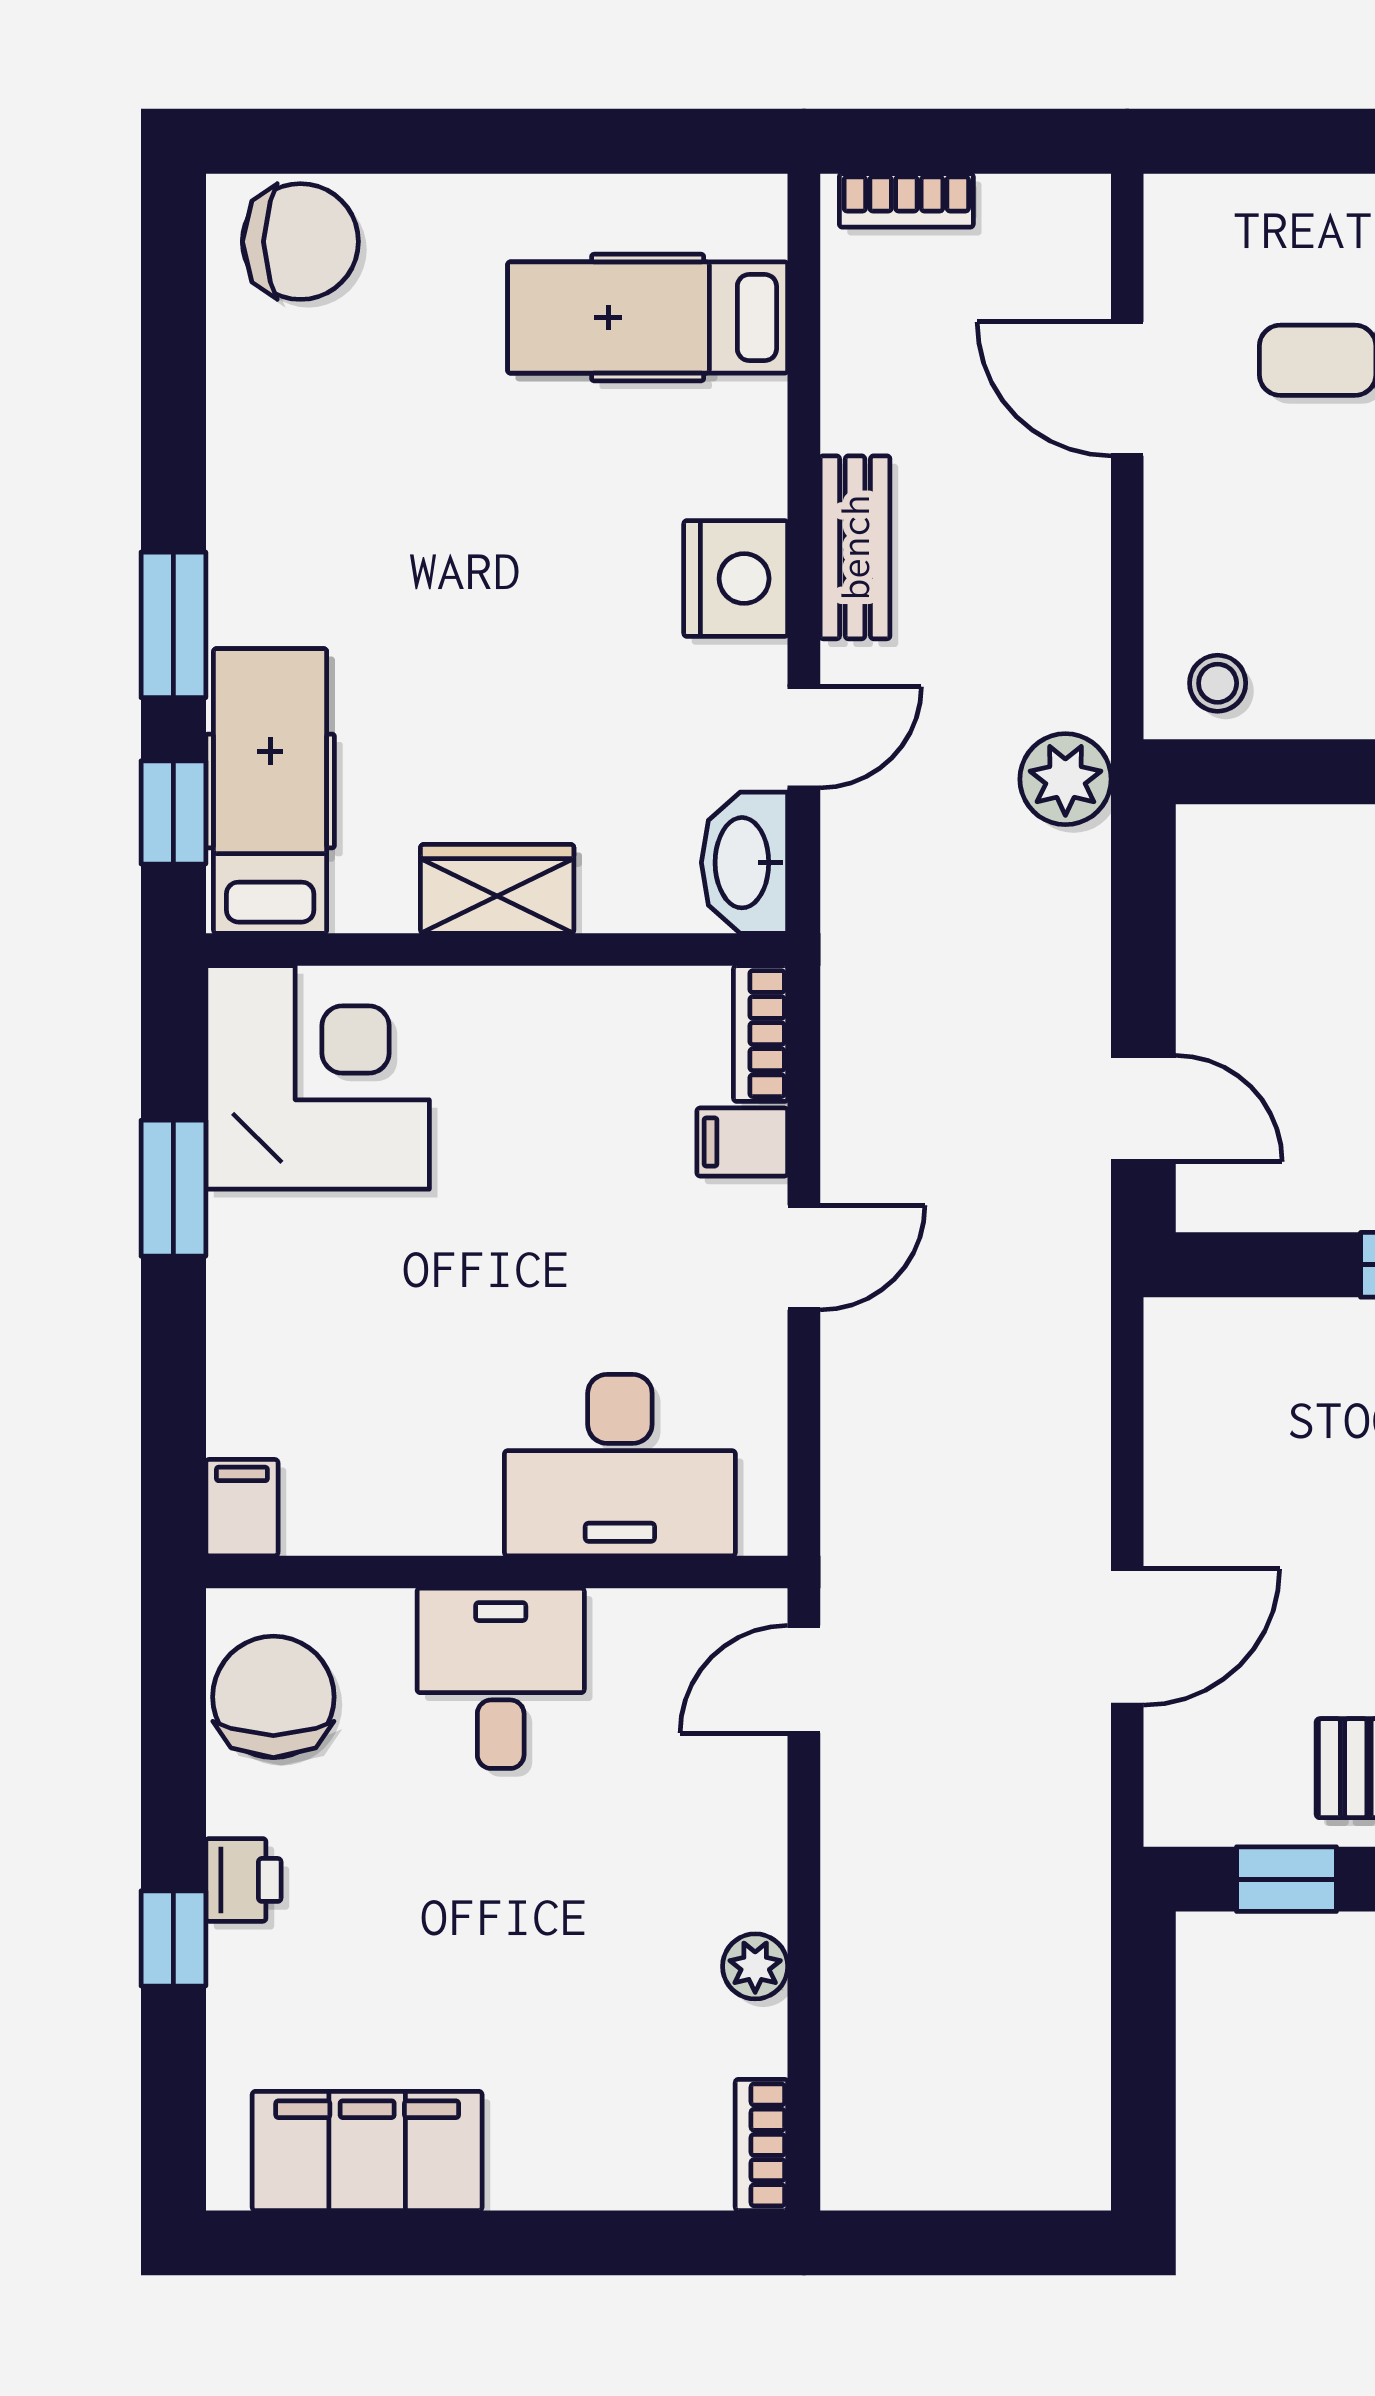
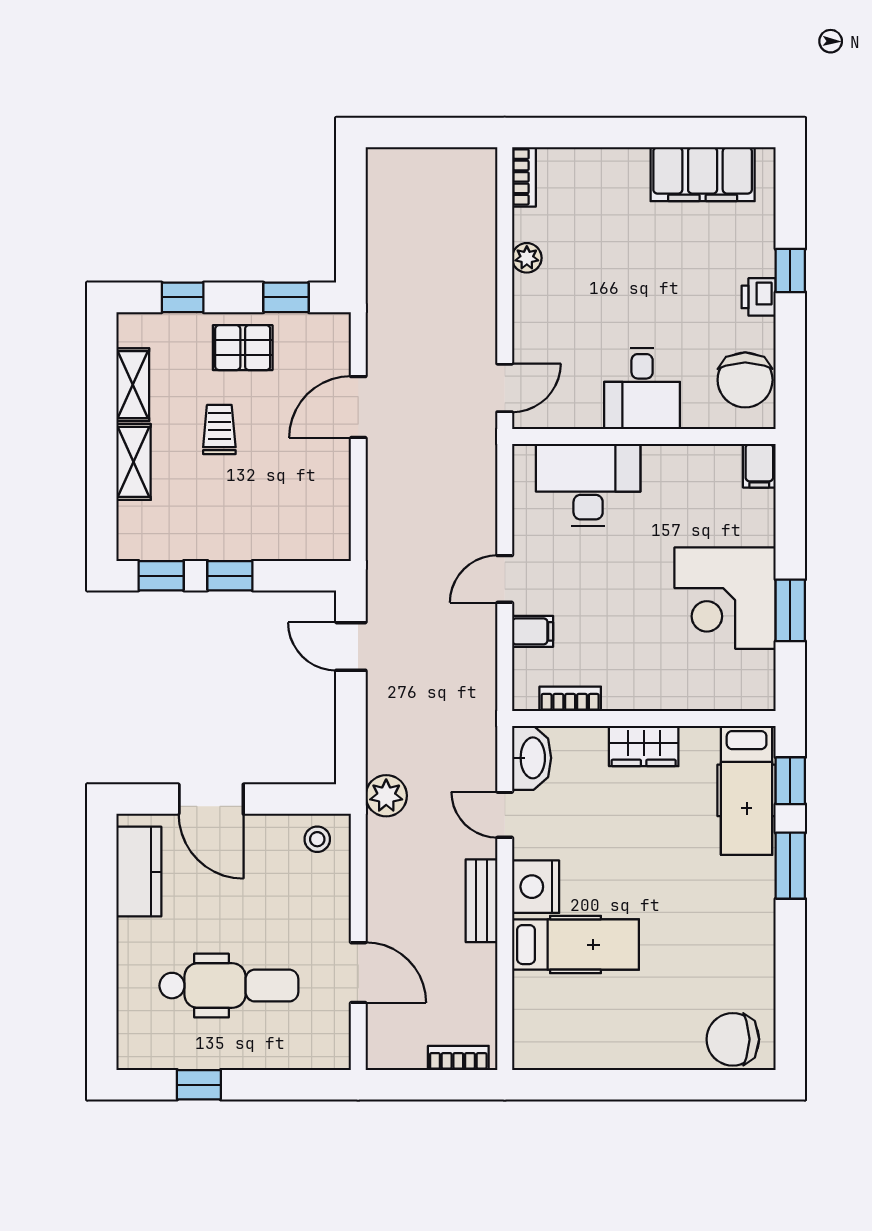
hospital bed: (648, 318) -> (576, 945), moved
door: (804, 737) -> (505, 815), hinge flipped
bookcase: (761, 1034) -> (570, 699), moved, turned -90
corner desk: (318, 1077) -> (725, 598), moved

